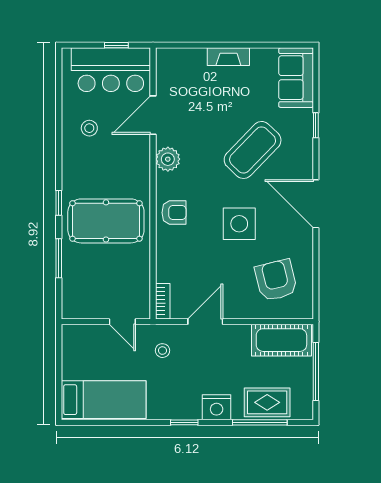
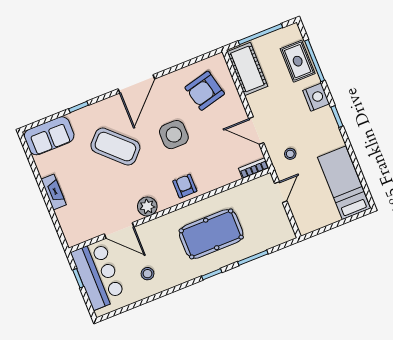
pool table: (106, 221) -> (211, 234), turned 90

